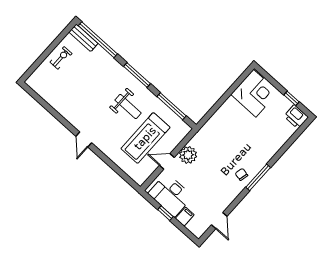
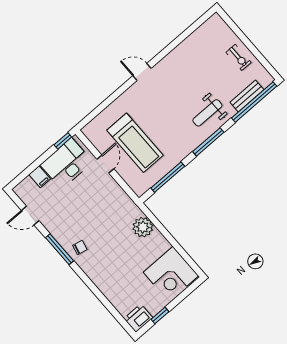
bench: (83, 38) -> (247, 96), moved
weight bench: (128, 106) -> (207, 113), moved
treadmill: (145, 138) -> (135, 143), turned 180
plant: (188, 155) -> (143, 227), moved
window: (258, 177) -> (60, 249), moved
window: (165, 213) -> (63, 141), moved

